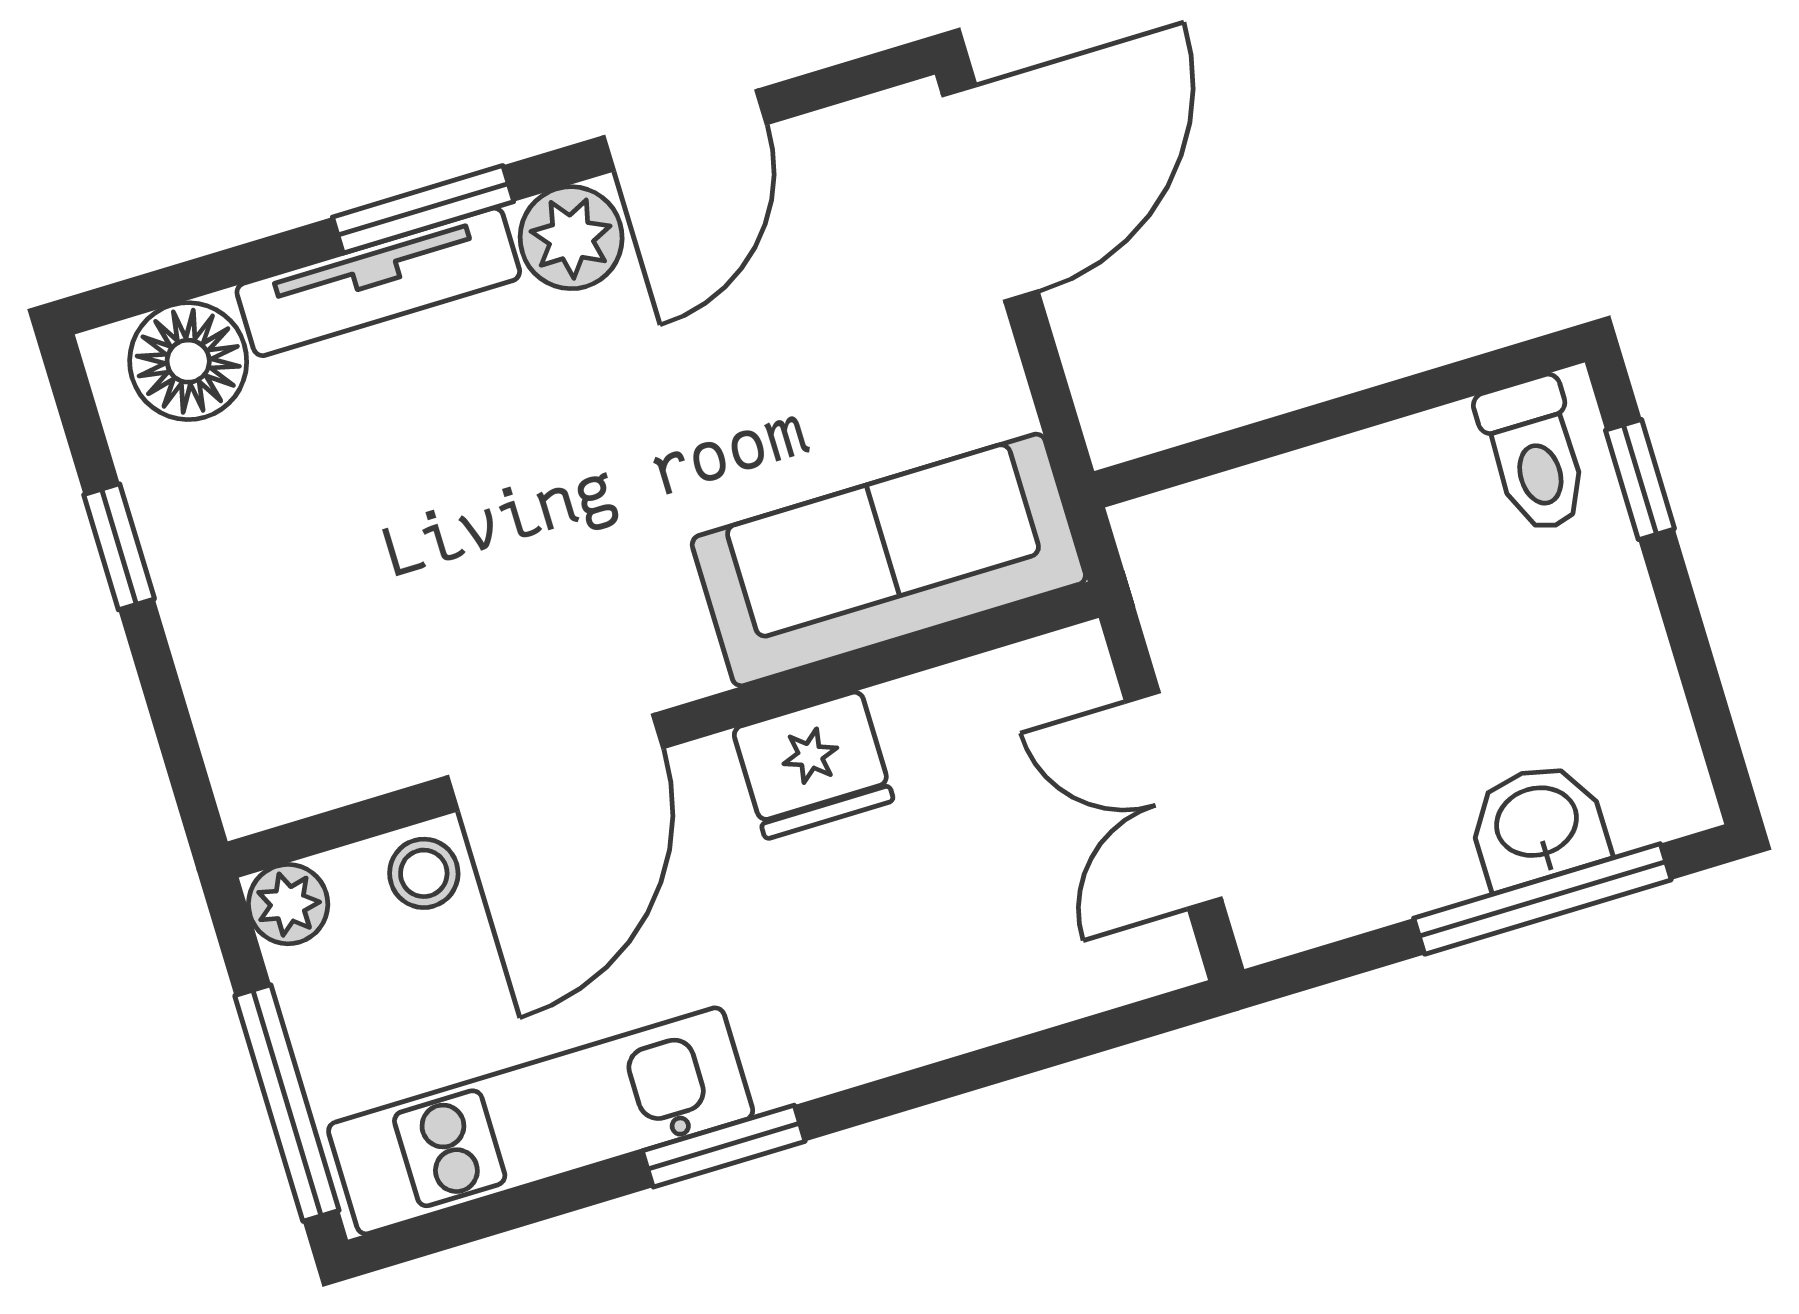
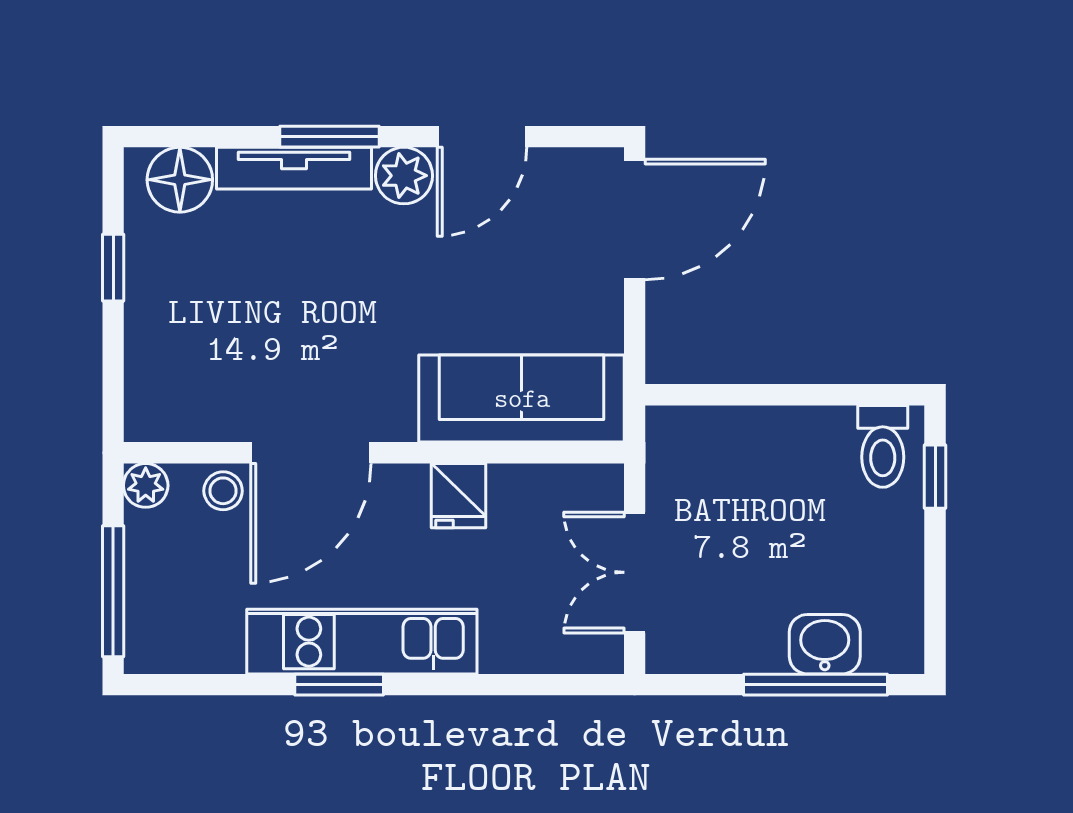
fridge: (813, 765) -> (458, 496), width x0.72
kitchen unit: (541, 1121) -> (362, 642), moved

